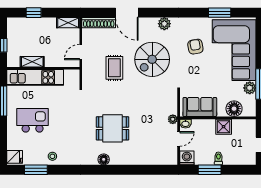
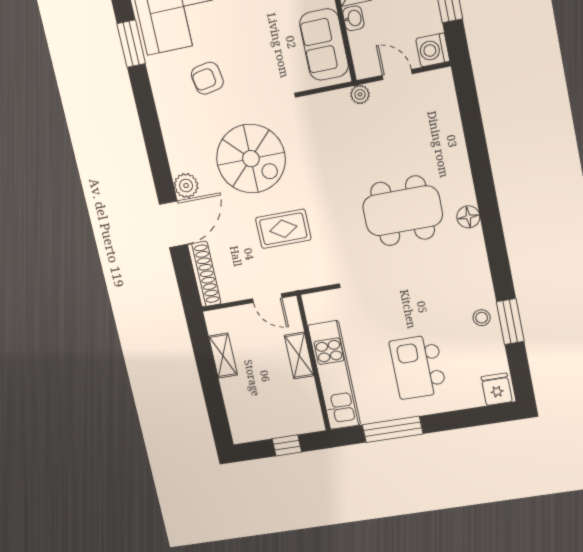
window: (34, 13) -> (214, 398), removed
shelving: (68, 23) -> (223, 356), moved
plant: (164, 24) -> (186, 186), moved
shelving: (32, 62) -> (299, 355), moved
washbasin: (185, 124) -> (353, 18), moved
dining table: (112, 128) -> (403, 211), width x1.38
window: (36, 170) -> (510, 322), moved

